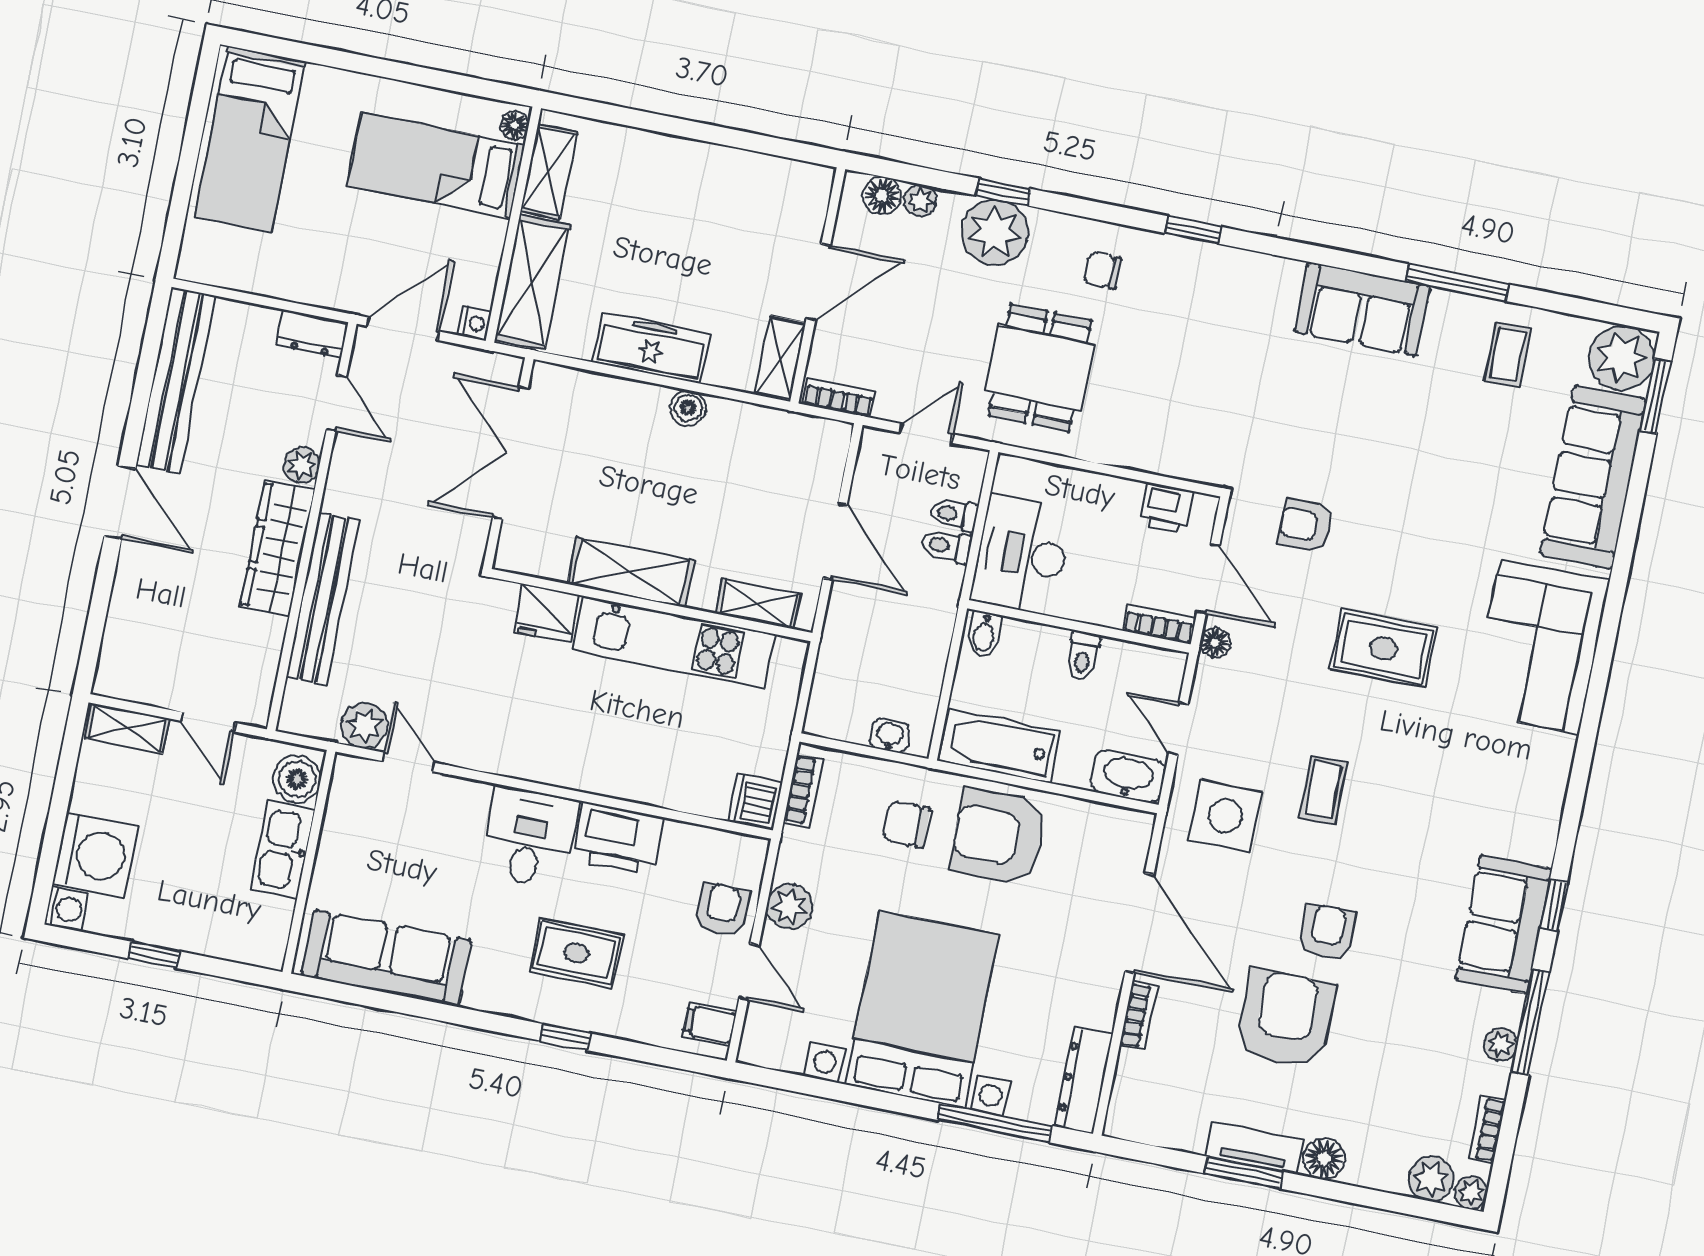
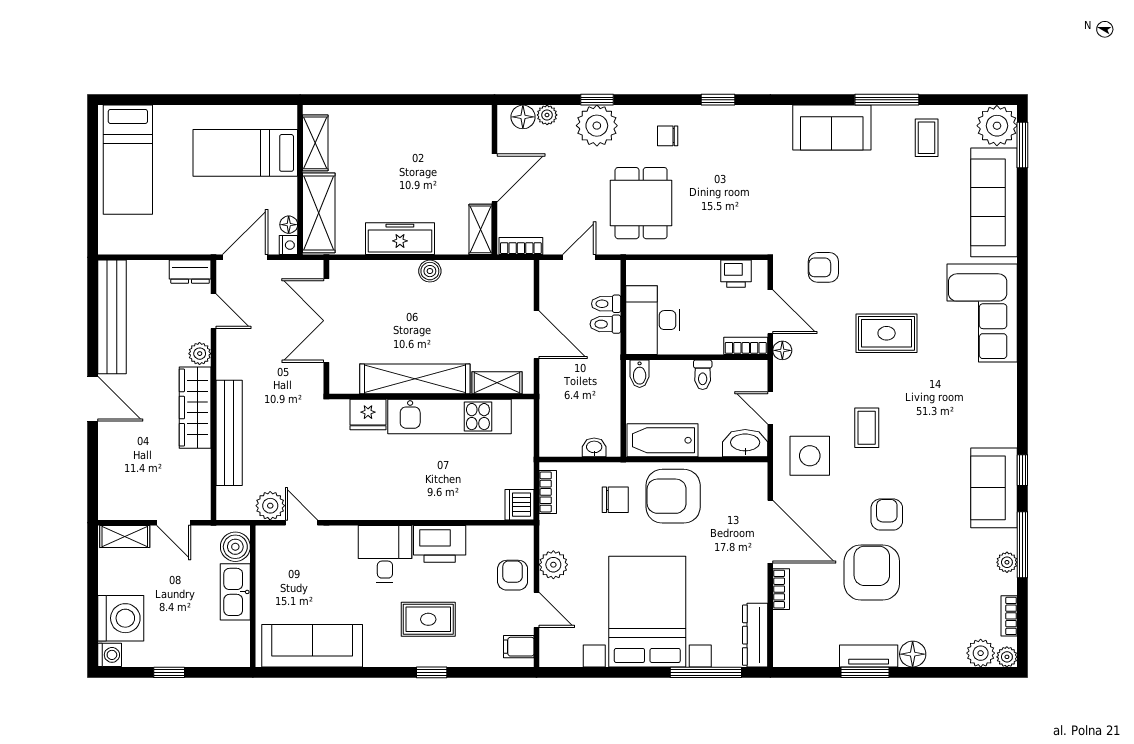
floor lamp: (515, 125) -> (289, 225), moved
shelving: (631, 572) -> (415, 379), width x1.47
chair: (907, 824) -> (615, 500), turned 180

